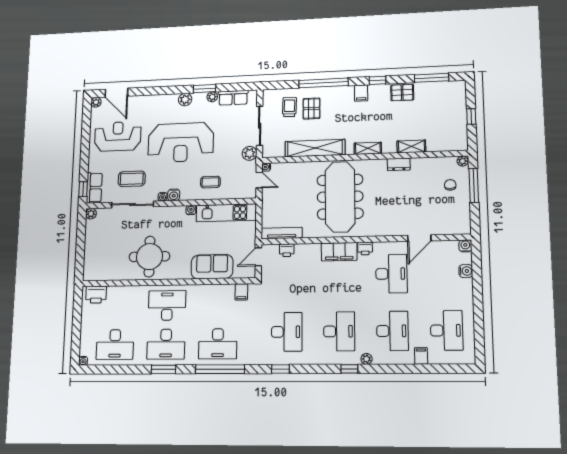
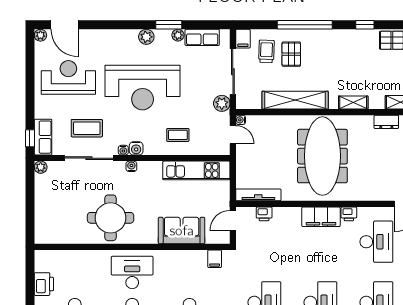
filing cabinet: (361, 93) -> (243, 39), moved
water cooler: (191, 210) -> (131, 166), moved
printer: (96, 295) -> (44, 284), moved, turned -90

